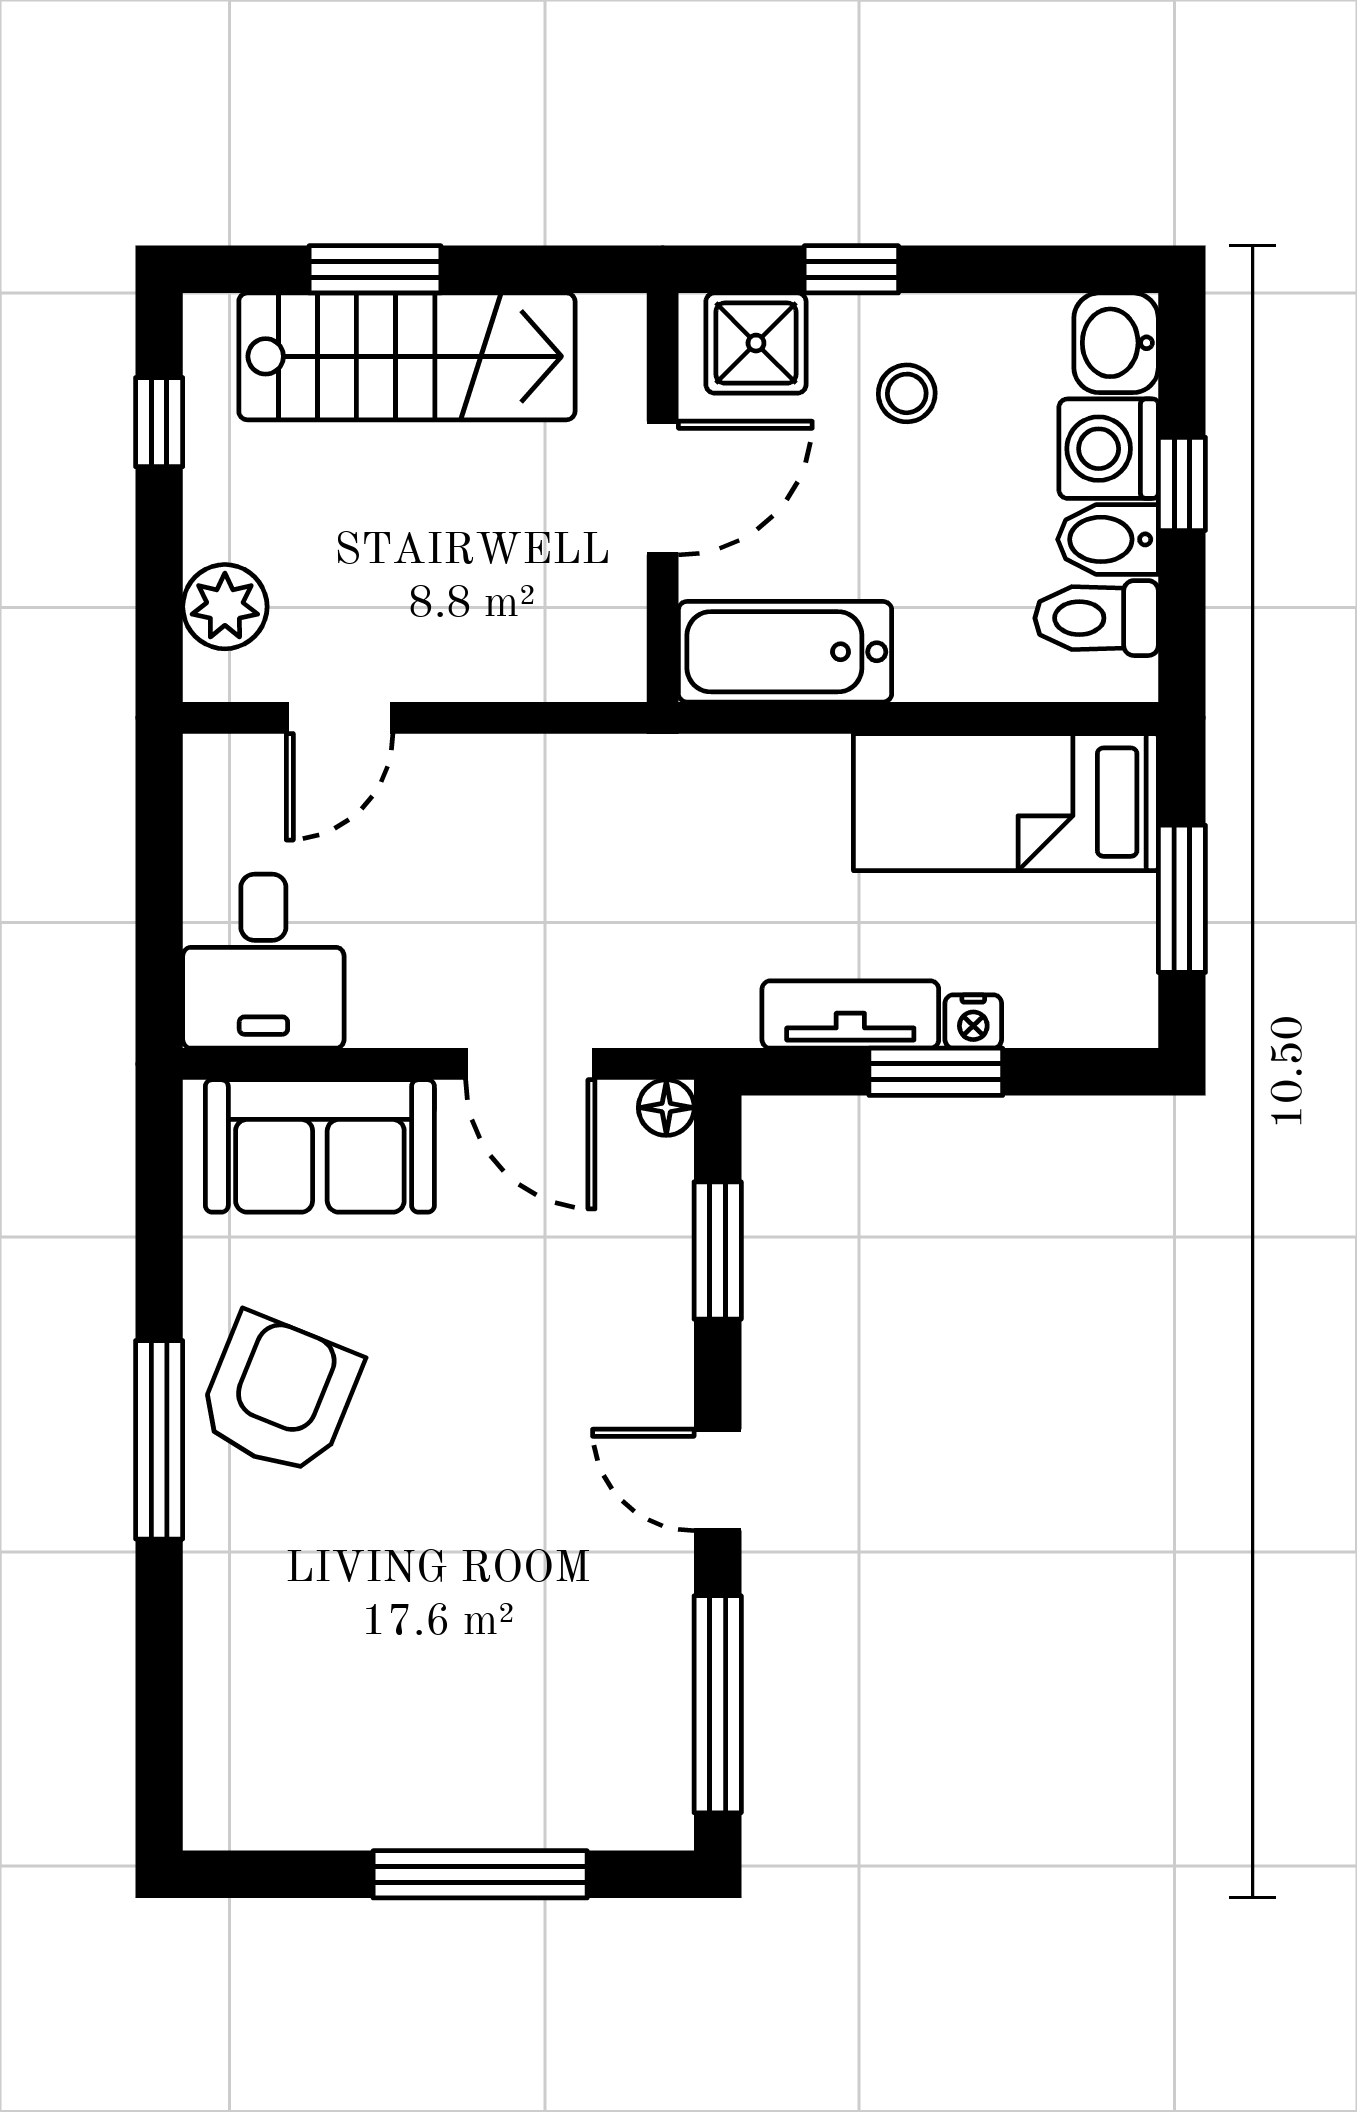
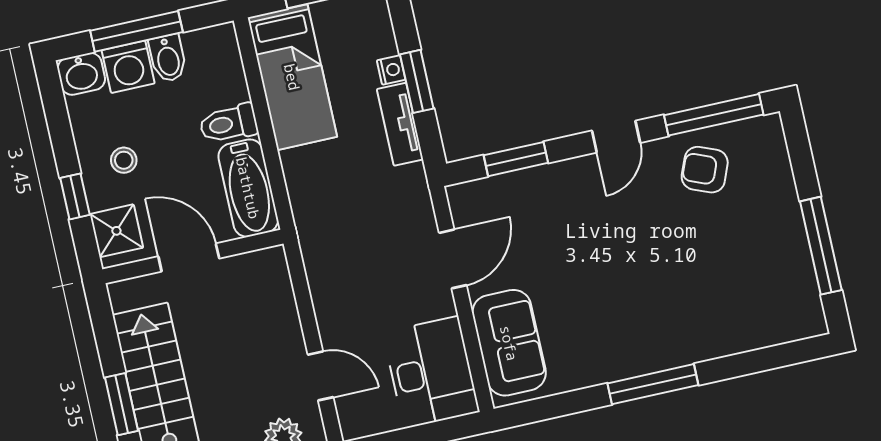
window: (1182, 484) -> (136, 31), width x2.17
toilet: (1097, 618) -> (229, 124), moved, turned 90
desk: (263, 961) -> (431, 372), width x1.37
floor lamp: (666, 1108) -> (459, 195), removed
armchair: (279, 1395) -> (705, 170), moved, width x0.72, depth x0.72
window: (480, 1874) -> (821, 246), moved

